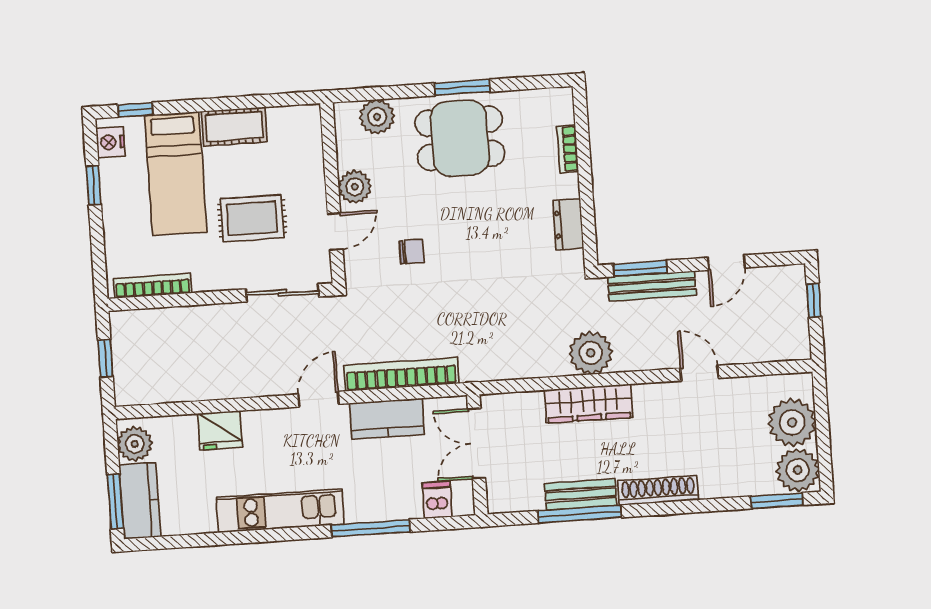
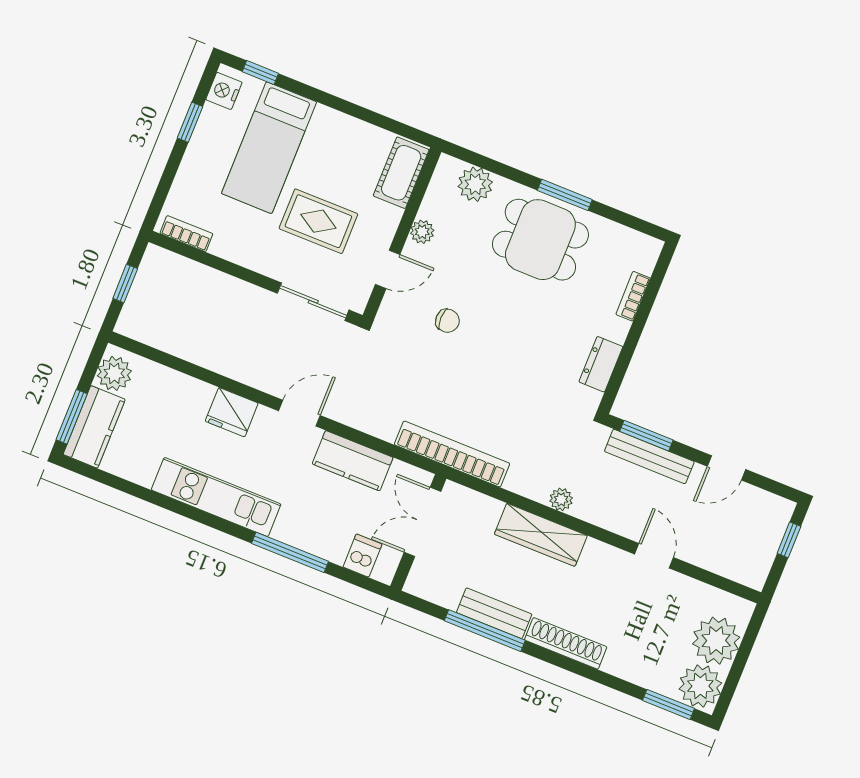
cot: (234, 127) -> (401, 173), moved, turned 90
plant: (355, 187) -> (422, 232), width x0.73, depth x0.73
bookcase: (153, 286) -> (186, 234), width x0.64
plant: (591, 353) -> (561, 499), width x0.53, depth x0.53
bookcase: (401, 374) -> (452, 454), moved
fridge: (220, 430) -> (232, 412), moved

